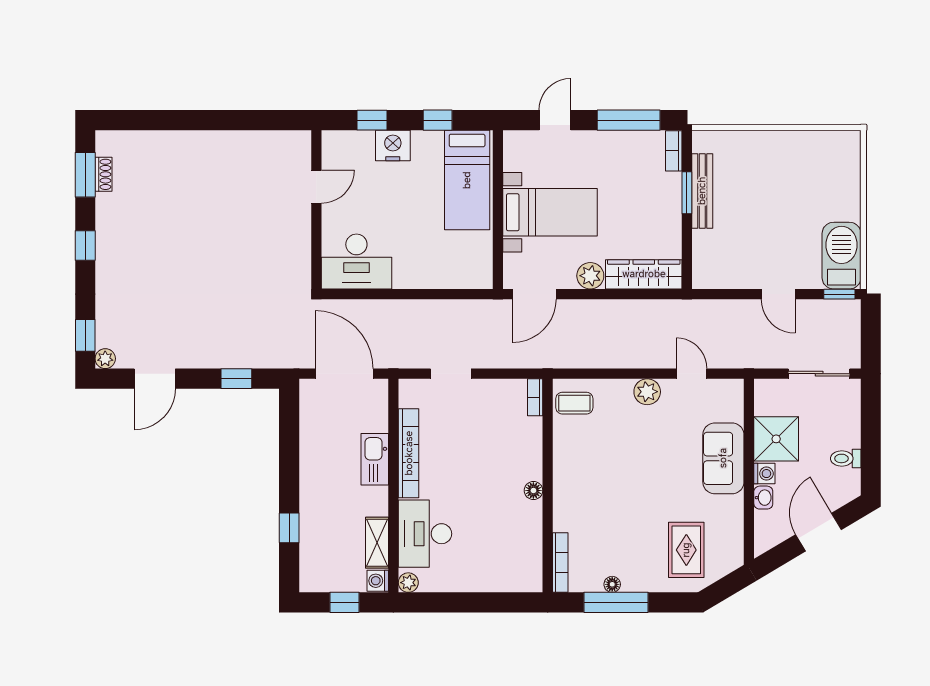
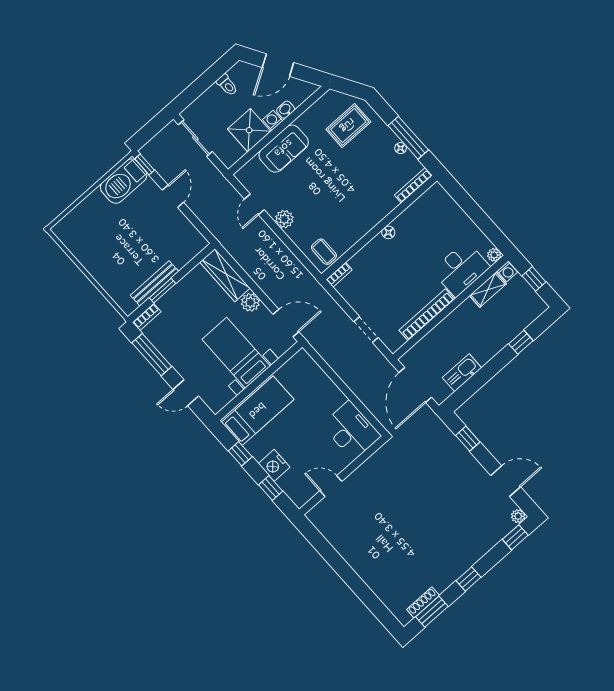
shoe rack: (103, 174) -> (423, 602), width x1.43
kitchen sink: (375, 459) -> (462, 373), moved, turned 180

